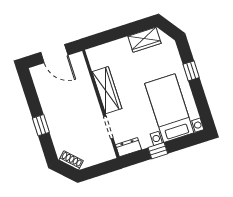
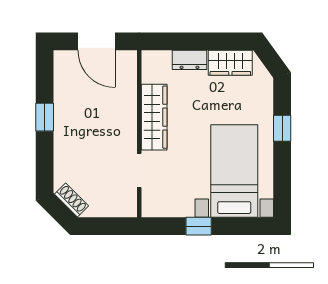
window: (41, 125) -> (45, 117), moved
dresser: (128, 147) -> (190, 60), moved, turned 180

